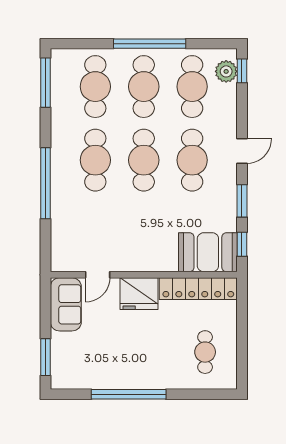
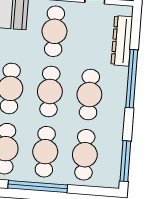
dresser: (61, 228) -> (122, 41), added
cafe table: (144, 234) -> (54, 31), added

